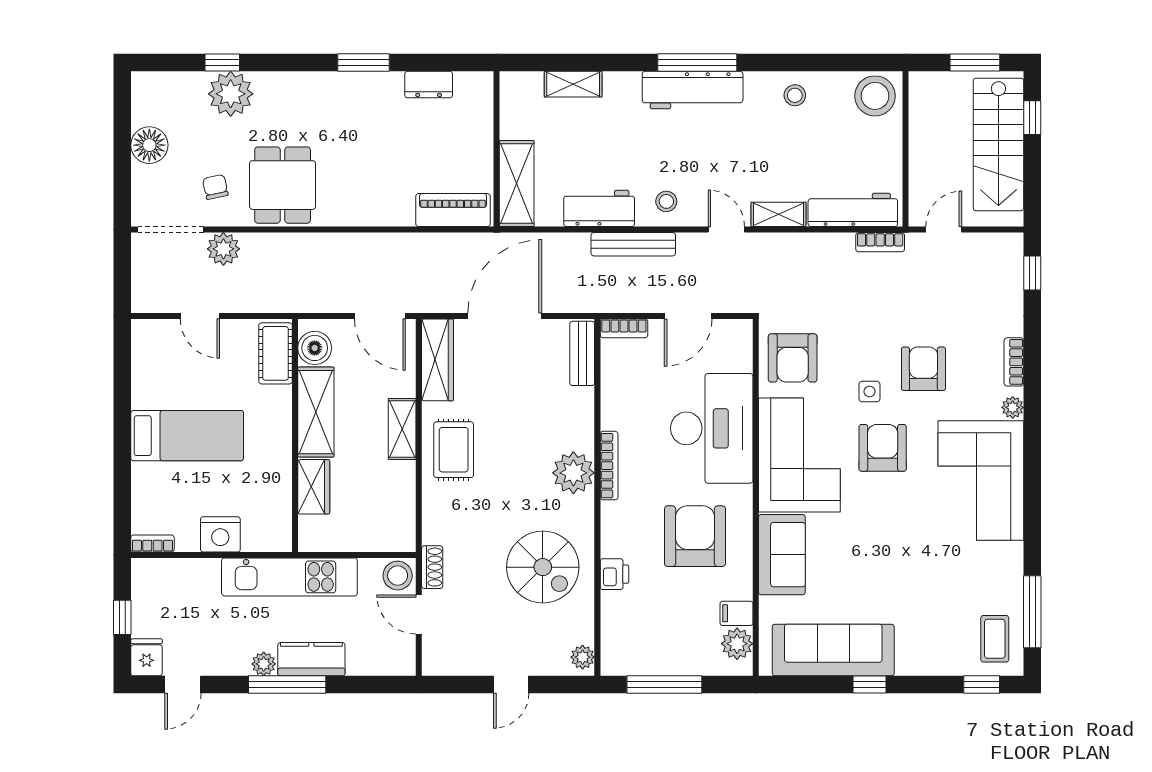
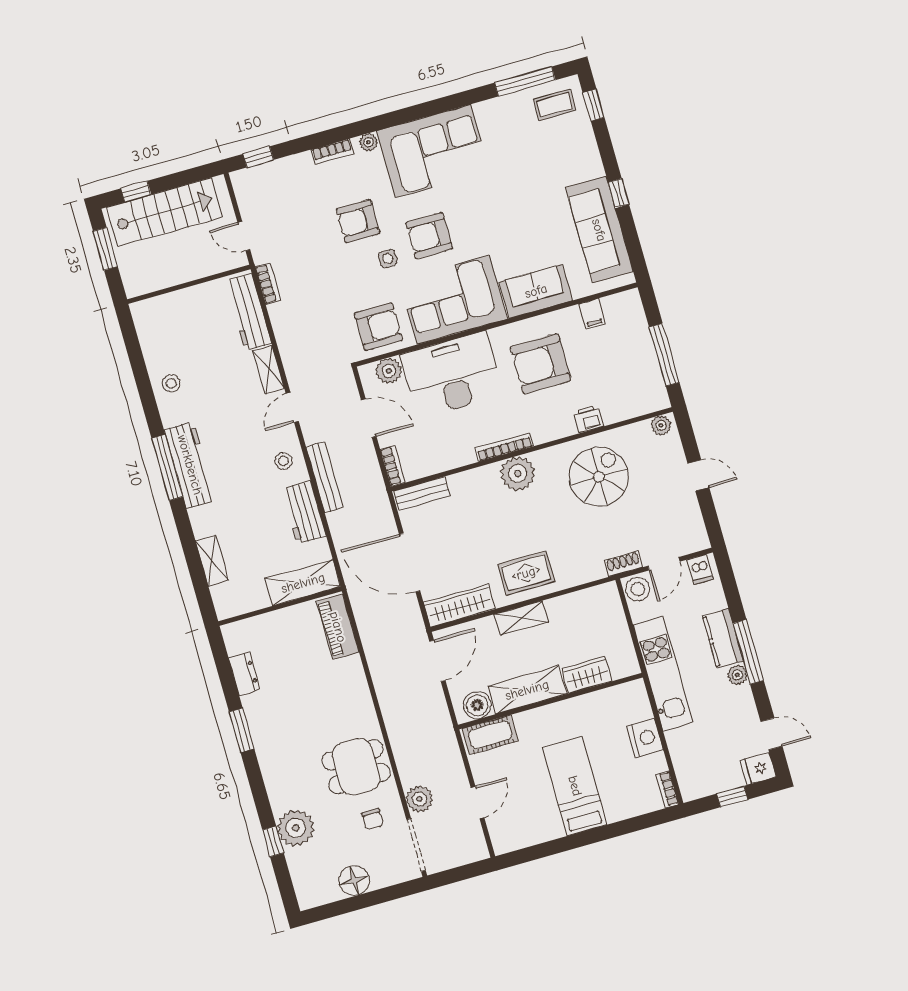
stool: (875, 96) -> (154, 320), removed
chair: (215, 187) -> (373, 819), turned -78
plant: (737, 644) -> (389, 371), moved
dishwasher: (400, 655) -> (700, 569), added

